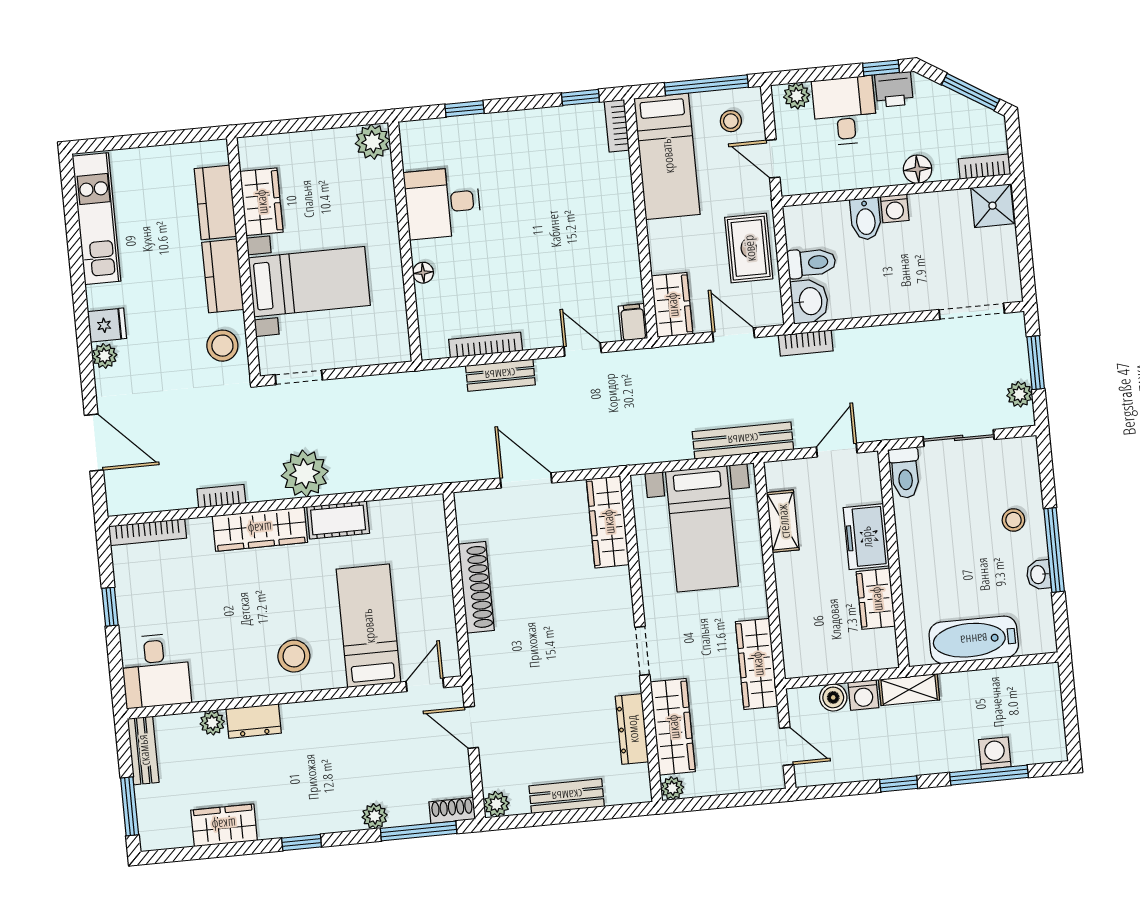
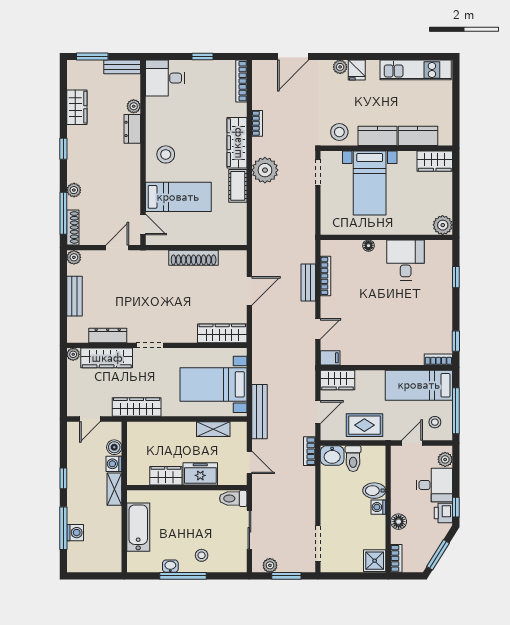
wardrobe: (261, 202) -> (435, 161), moved
shoe rack: (452, 810) -> (73, 227), width x1.43

